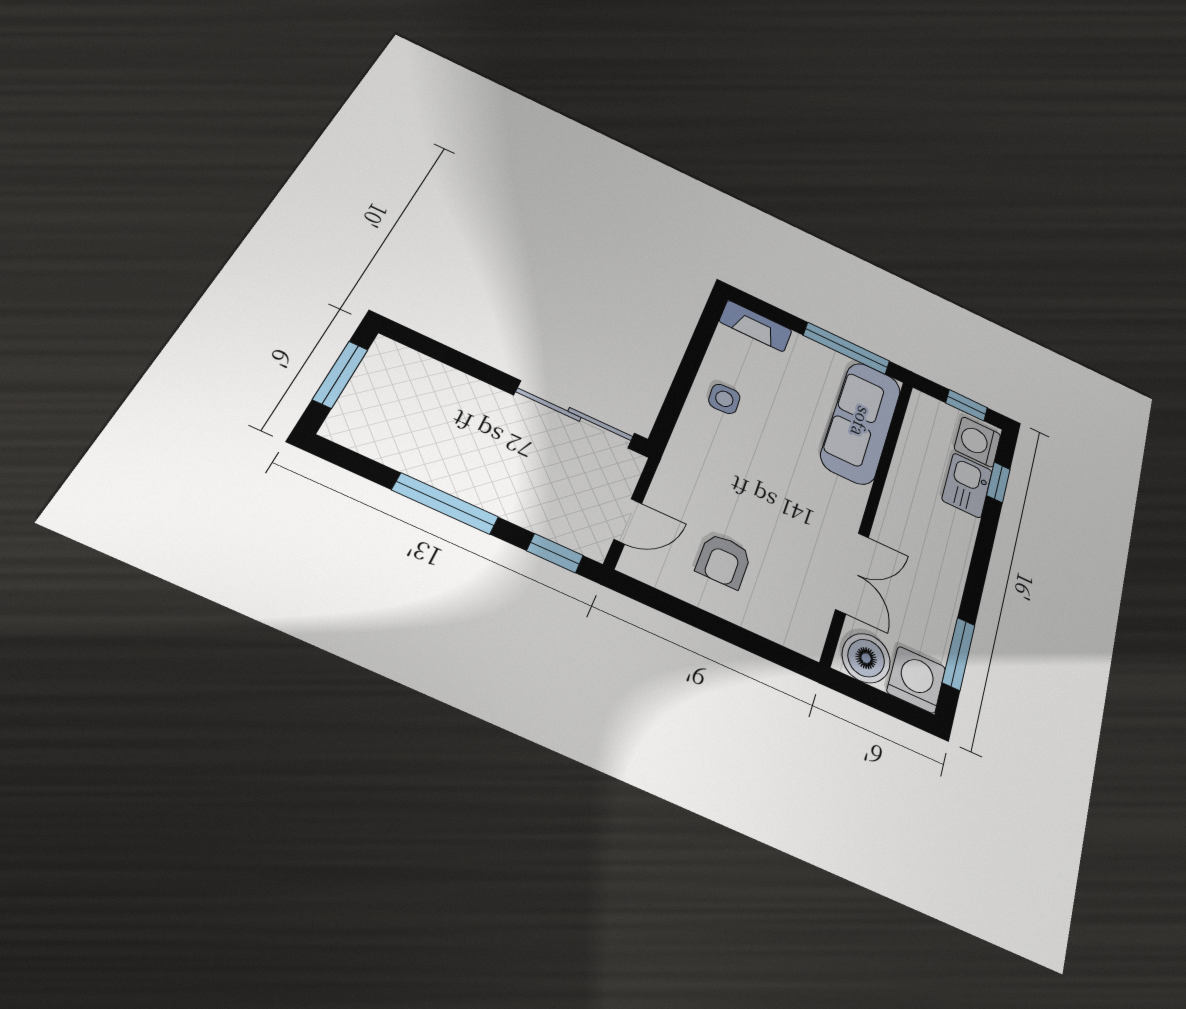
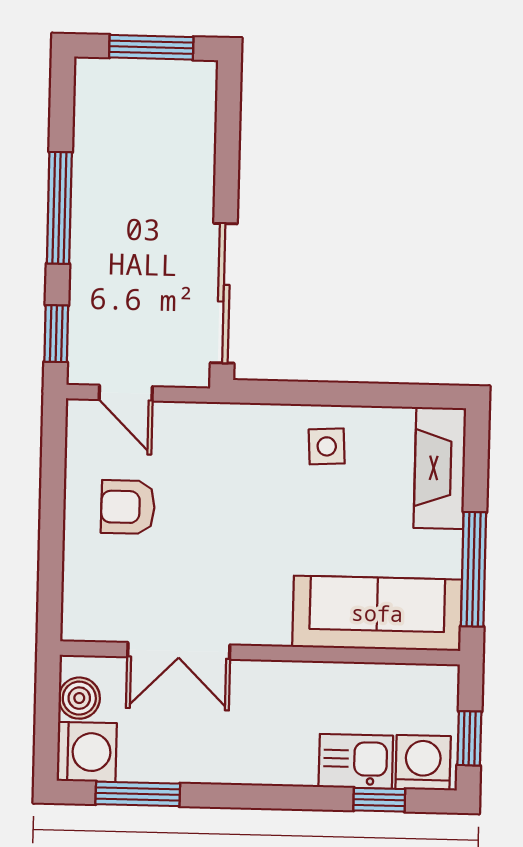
fireplace: (756, 326) -> (440, 468), width x1.37, depth x1.32
boiler: (866, 658) -> (79, 698), width x0.73, depth x0.73

